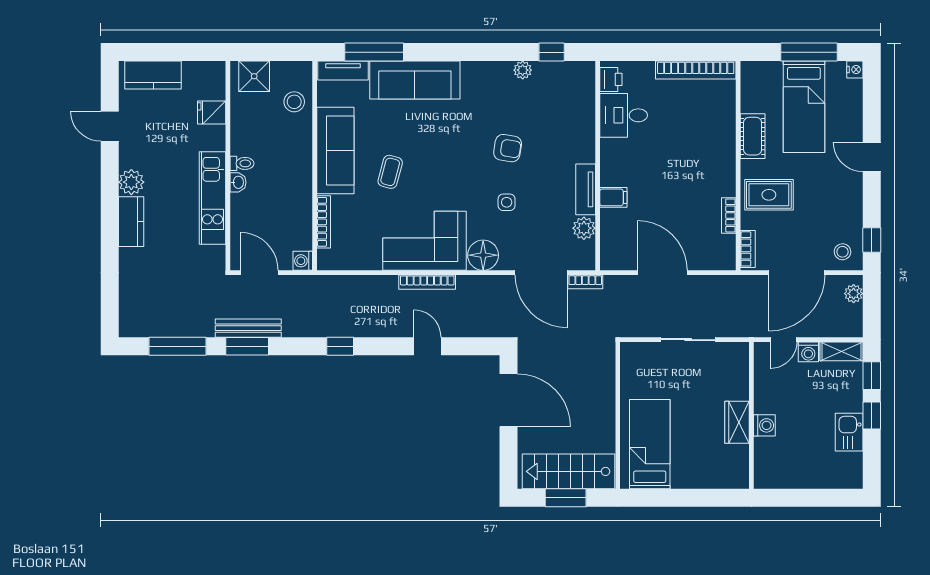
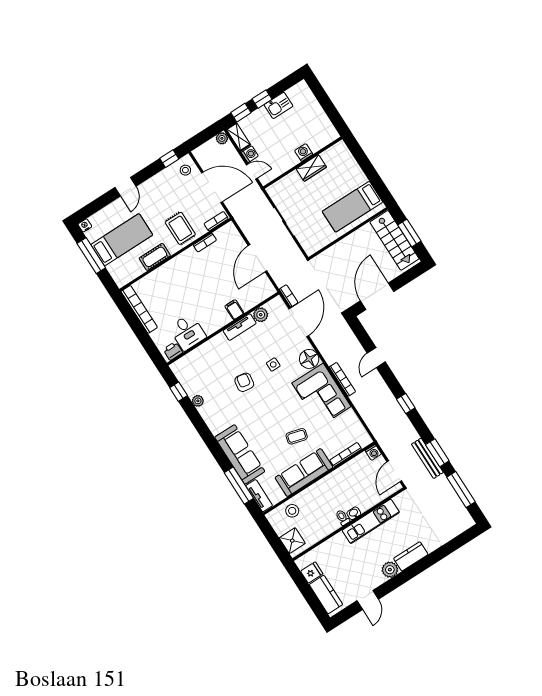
fridge: (212, 113) -> (312, 573), moved, turned -90
plant: (854, 294) -> (222, 138), moved

